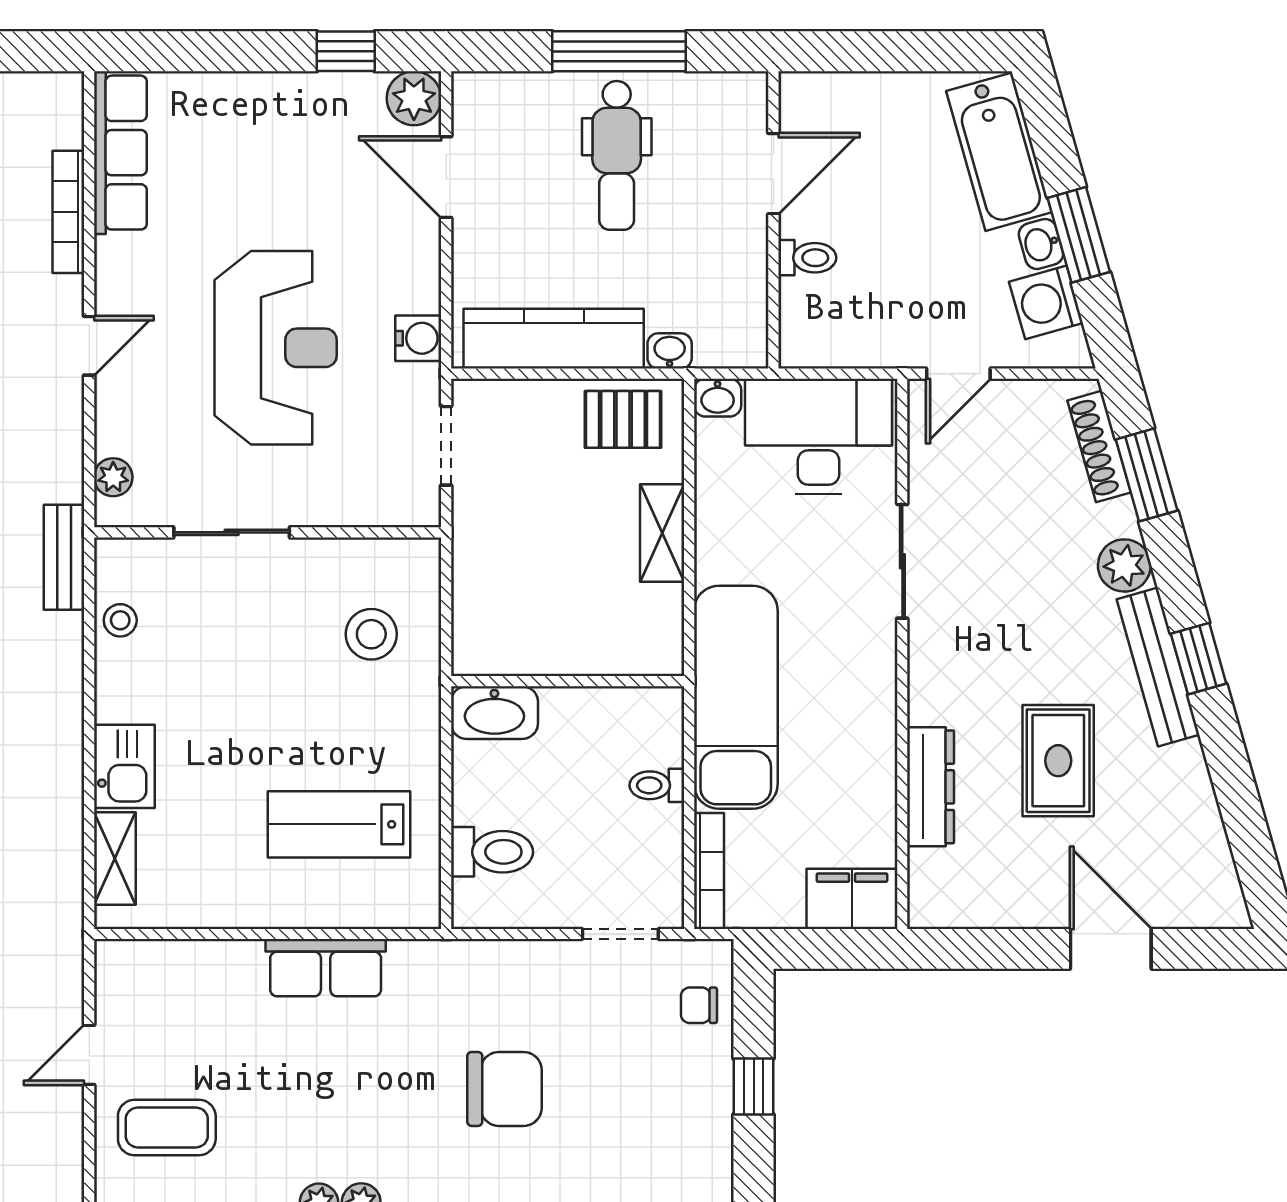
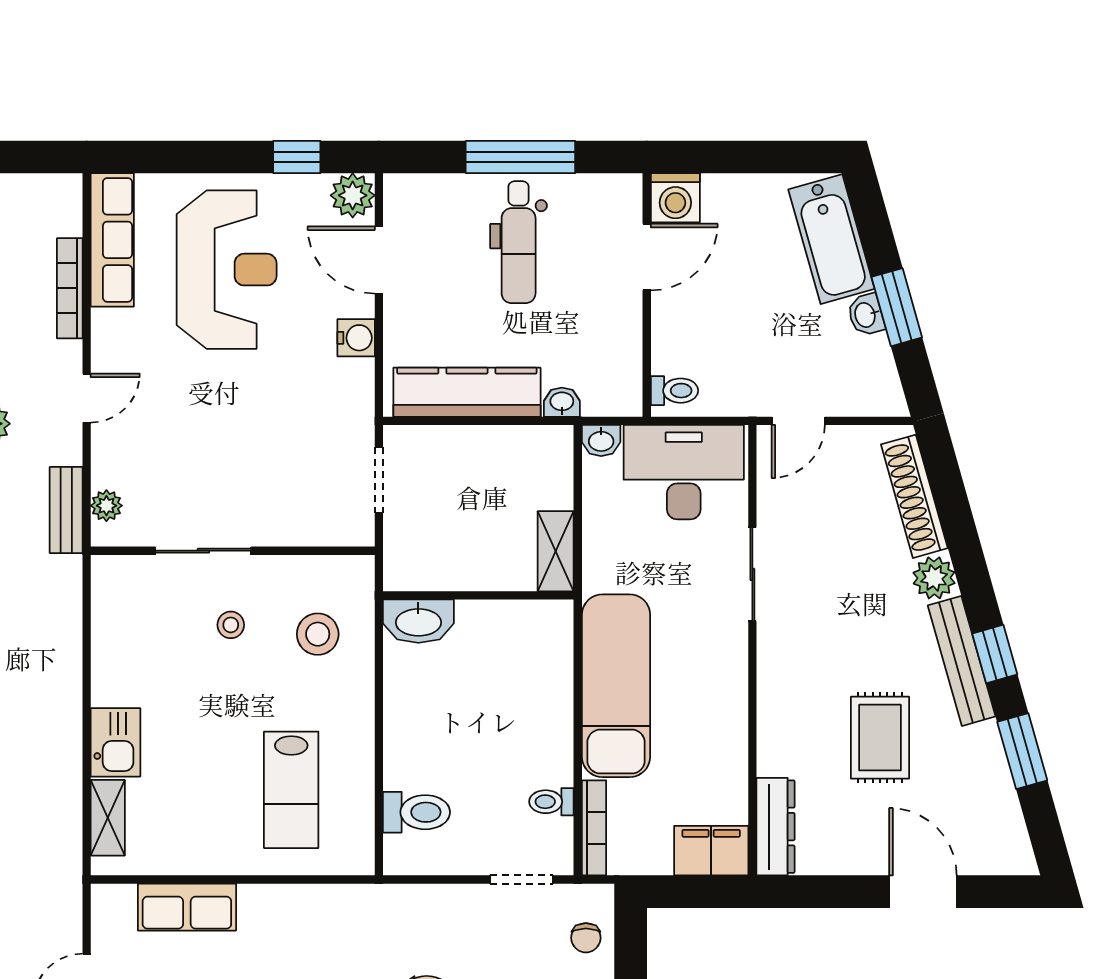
toilet: (807, 258) -> (674, 391), moved
washing machine: (1046, 302) -> (675, 198), moved, turned -74
water cooler: (418, 338) -> (356, 338), moved
reception desk: (276, 348) -> (227, 270), moved
pallet: (623, 419) -> (524, 458), removed
shoe rack: (1099, 446) -> (914, 496), width x1.36, depth x1.24
window: (1147, 475) -> (1022, 751), moved
bench: (64, 557) -> (66, 510), moved
stool: (120, 620) -> (231, 625), moved
wall: (568, 681) -> (478, 595), moved
washbasin: (494, 713) -> (418, 621), moved
toilet: (657, 785) -> (551, 802), moved
dresser: (931, 787) -> (775, 827), moved
lab bench: (339, 824) -> (291, 790), turned -90
row of seats: (326, 968) -> (187, 907), moved
chair: (699, 1005) -> (586, 938), turned -90

